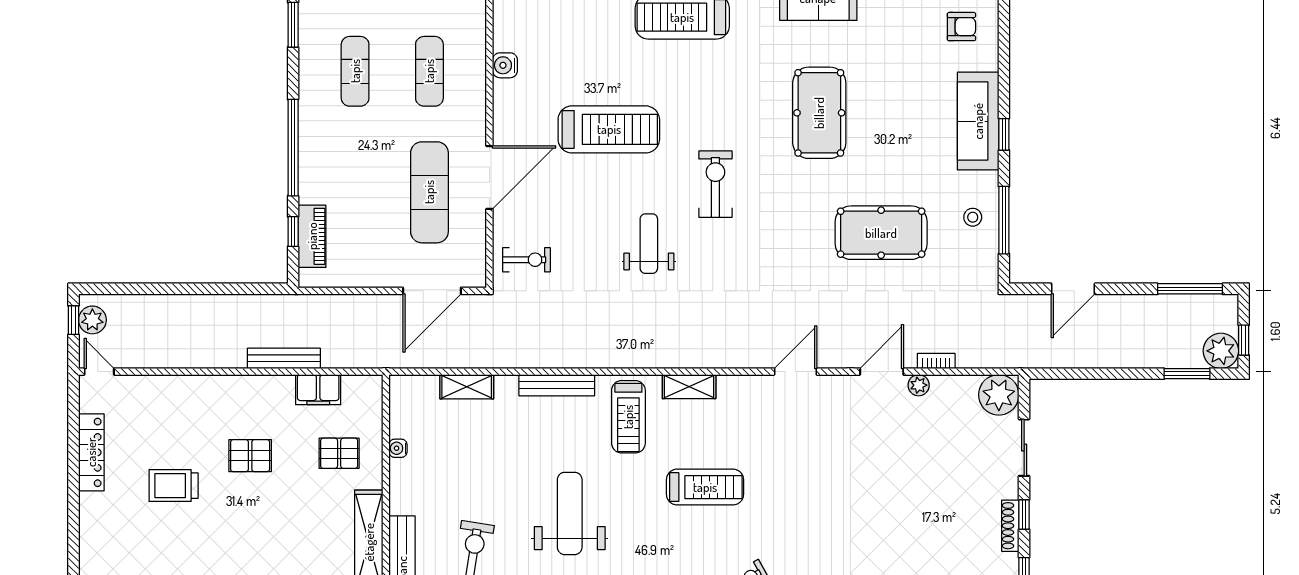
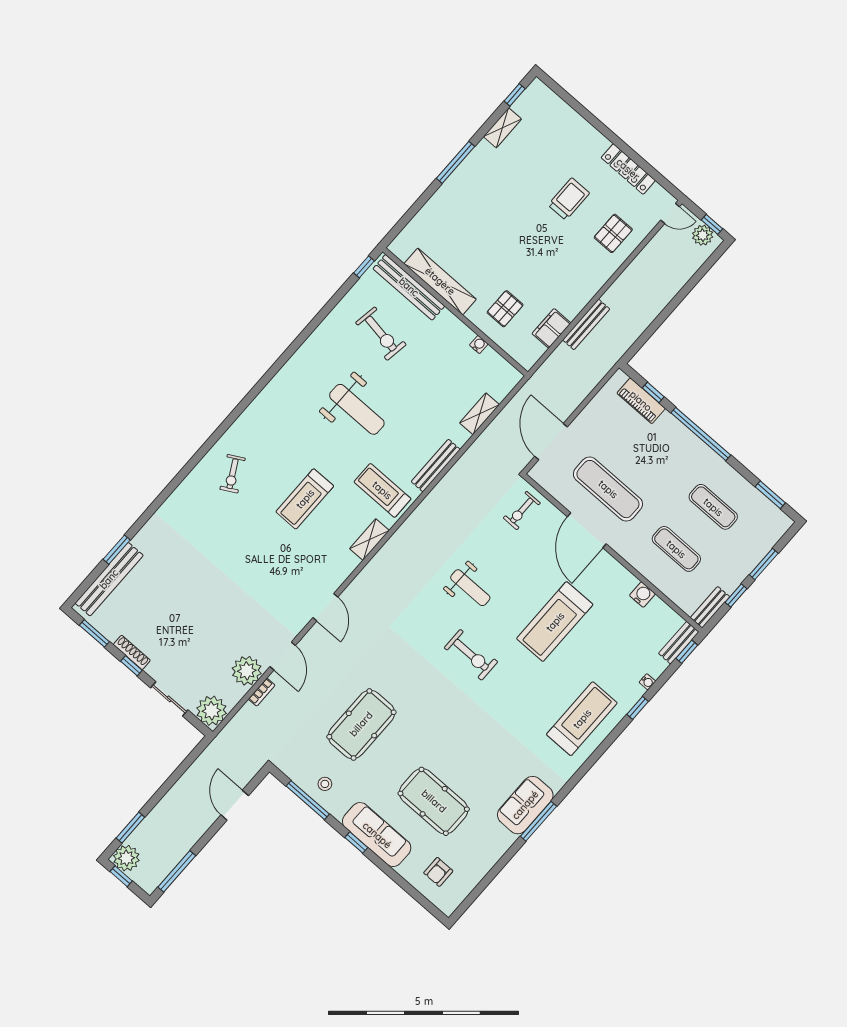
pool table: (819, 113) -> (434, 801), moved
plant: (919, 385) -> (247, 671), width x1.88, depth x1.88
pallet: (250, 456) -> (613, 233), moved

